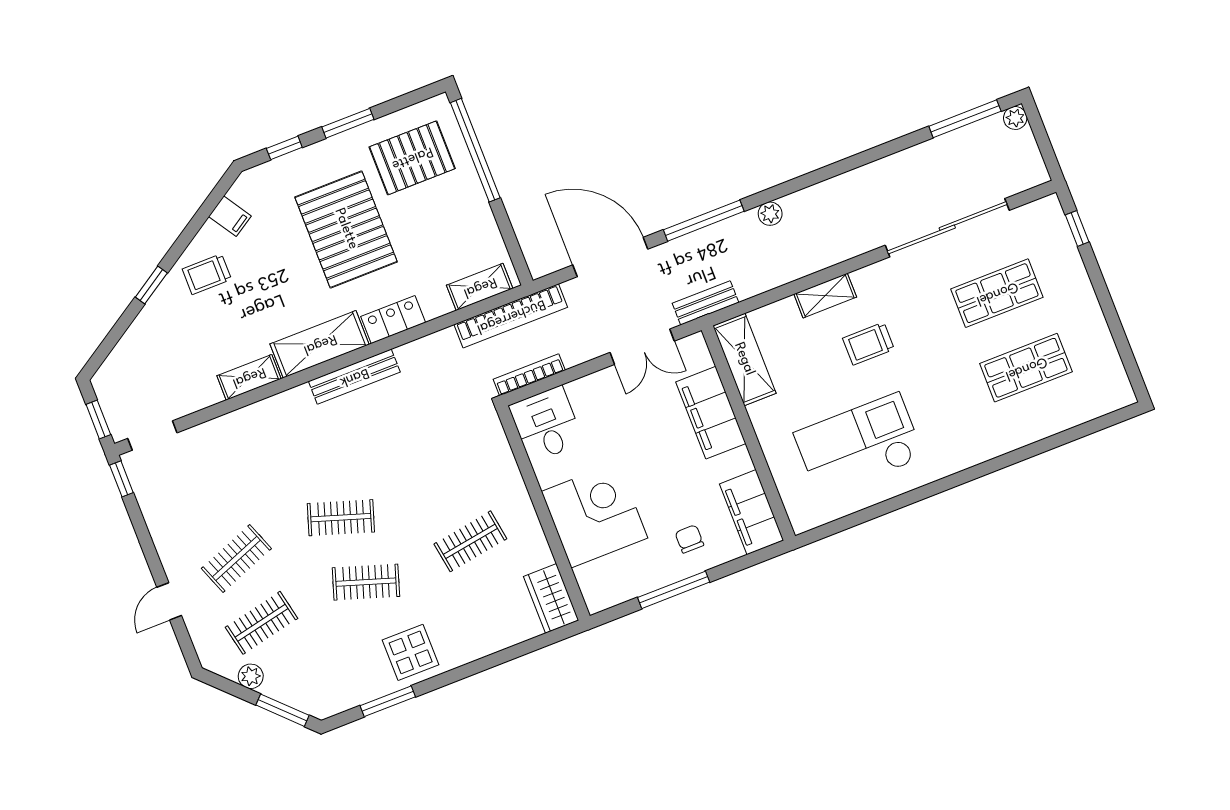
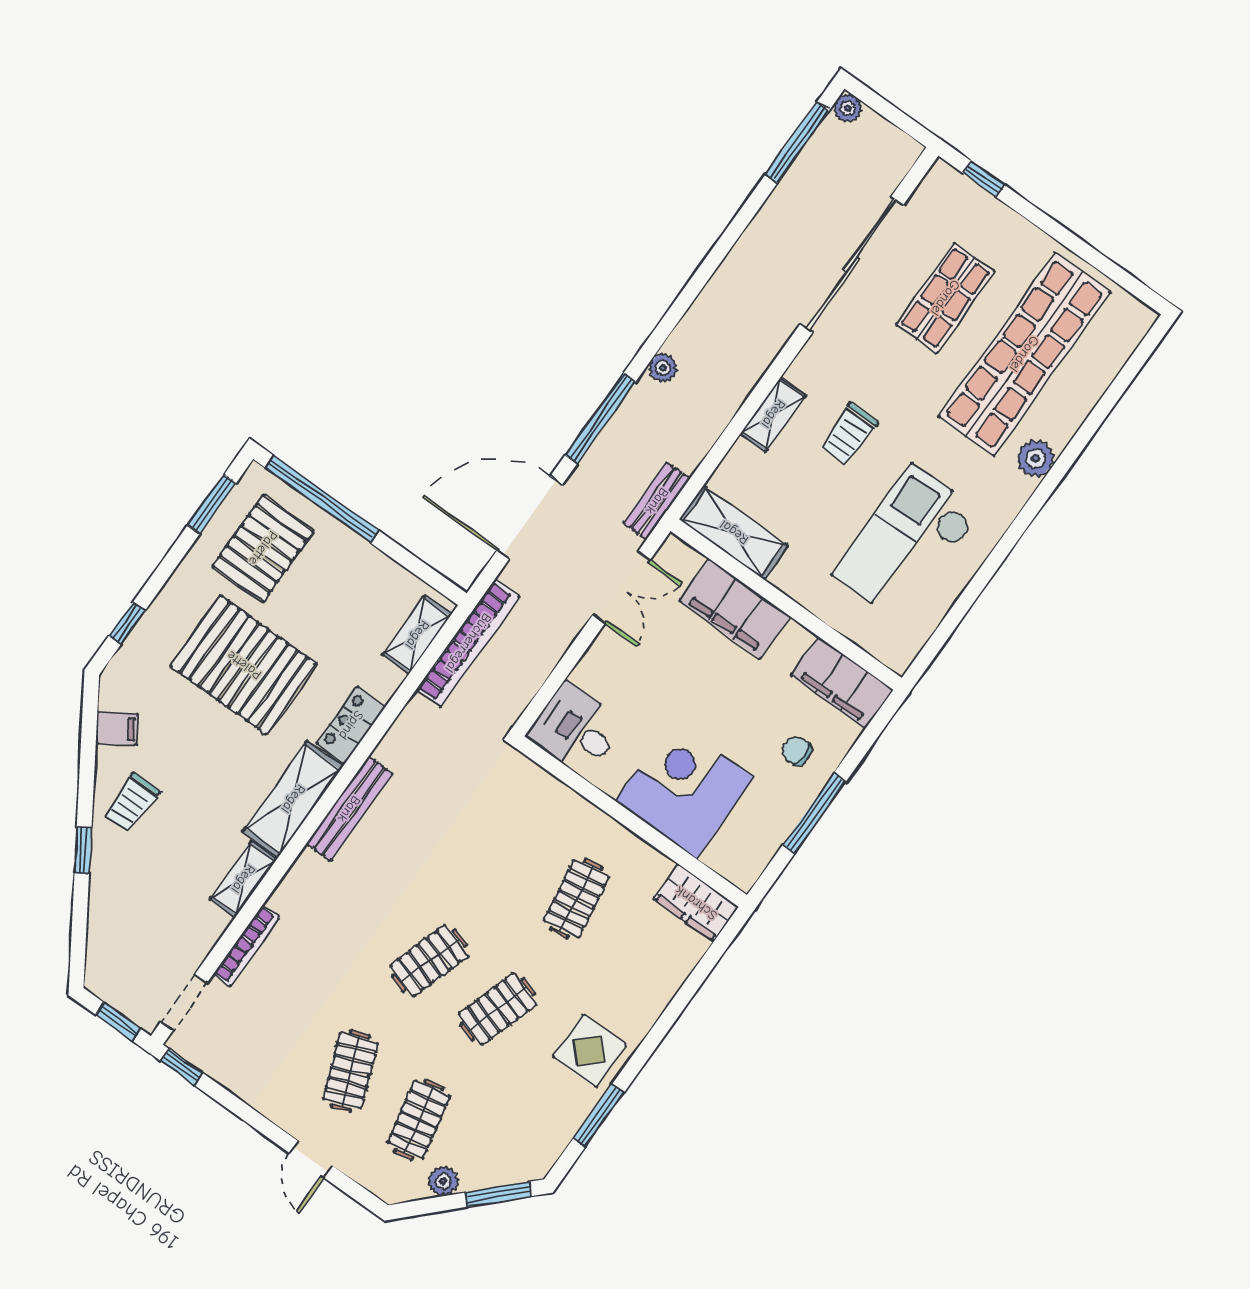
window: (348, 123) -> (212, 504), moved
shop shelf: (1026, 368) -> (1024, 354), width x2.00, depth x1.36
bookcase: (529, 375) -> (246, 946), moved, turned 180
plant: (987, 445) -> (1036, 459), added

